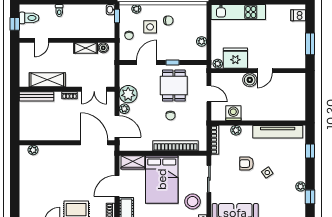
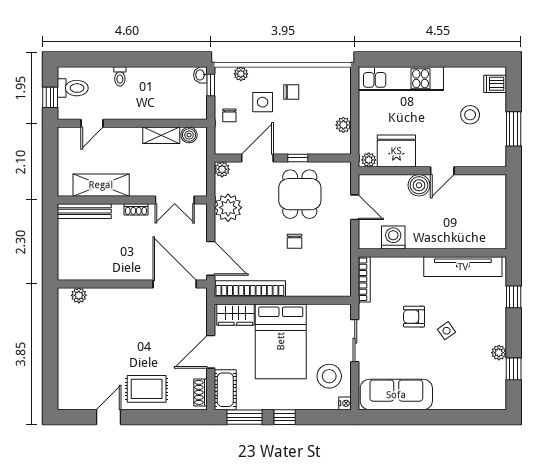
stool: (282, 35) -> (470, 115), added
plant: (124, 109) -> (222, 169), moved
plant: (236, 130) -> (397, 264), removed
bookcase: (175, 146) -> (250, 289), moved

